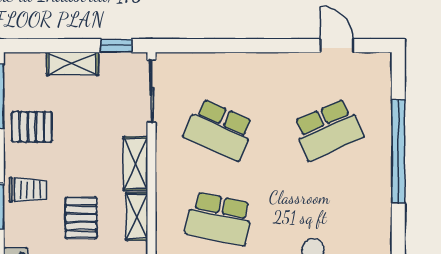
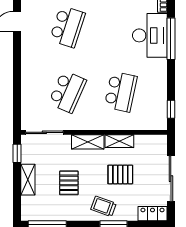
pallet: (32, 127) -> (69, 183), moved
school desk: (328, 130) -> (67, 27), turned 42
trolley: (28, 190) -> (103, 206), turned -70

